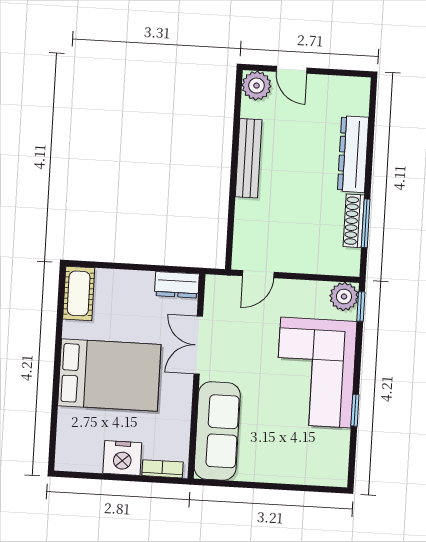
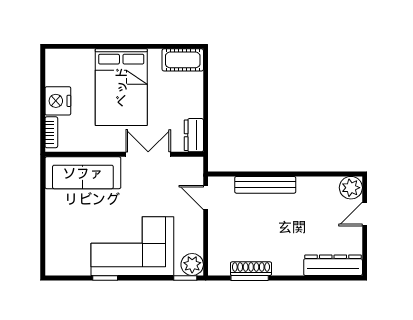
dresser: (353, 154) -> (333, 265), moved
bench: (249, 158) -> (265, 185), moved

